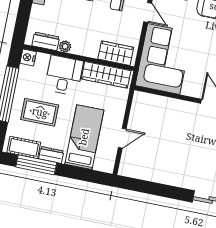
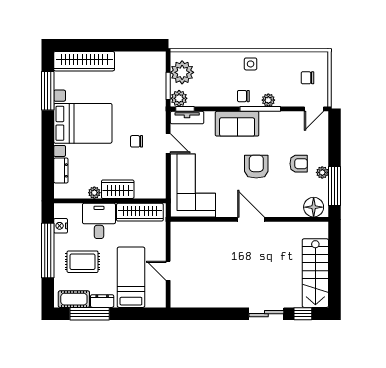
dresser: (46, 41) -> (61, 170), moved, turned 90
wardrobe: (116, 53) -> (118, 189), moved
nightstand: (28, 57) -> (61, 226), moved
door: (122, 138) -> (168, 271), swing flipped

